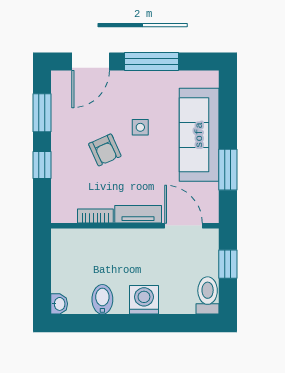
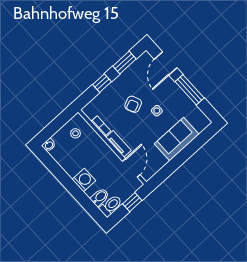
door: (91, 62) -> (166, 63), hinge flipped
sofa: (199, 135) -> (177, 139), width x0.73
window: (228, 170) -> (173, 165), removed
stool: (75, 257) -> (75, 133), added
bidet: (102, 299) -> (100, 197), moved

